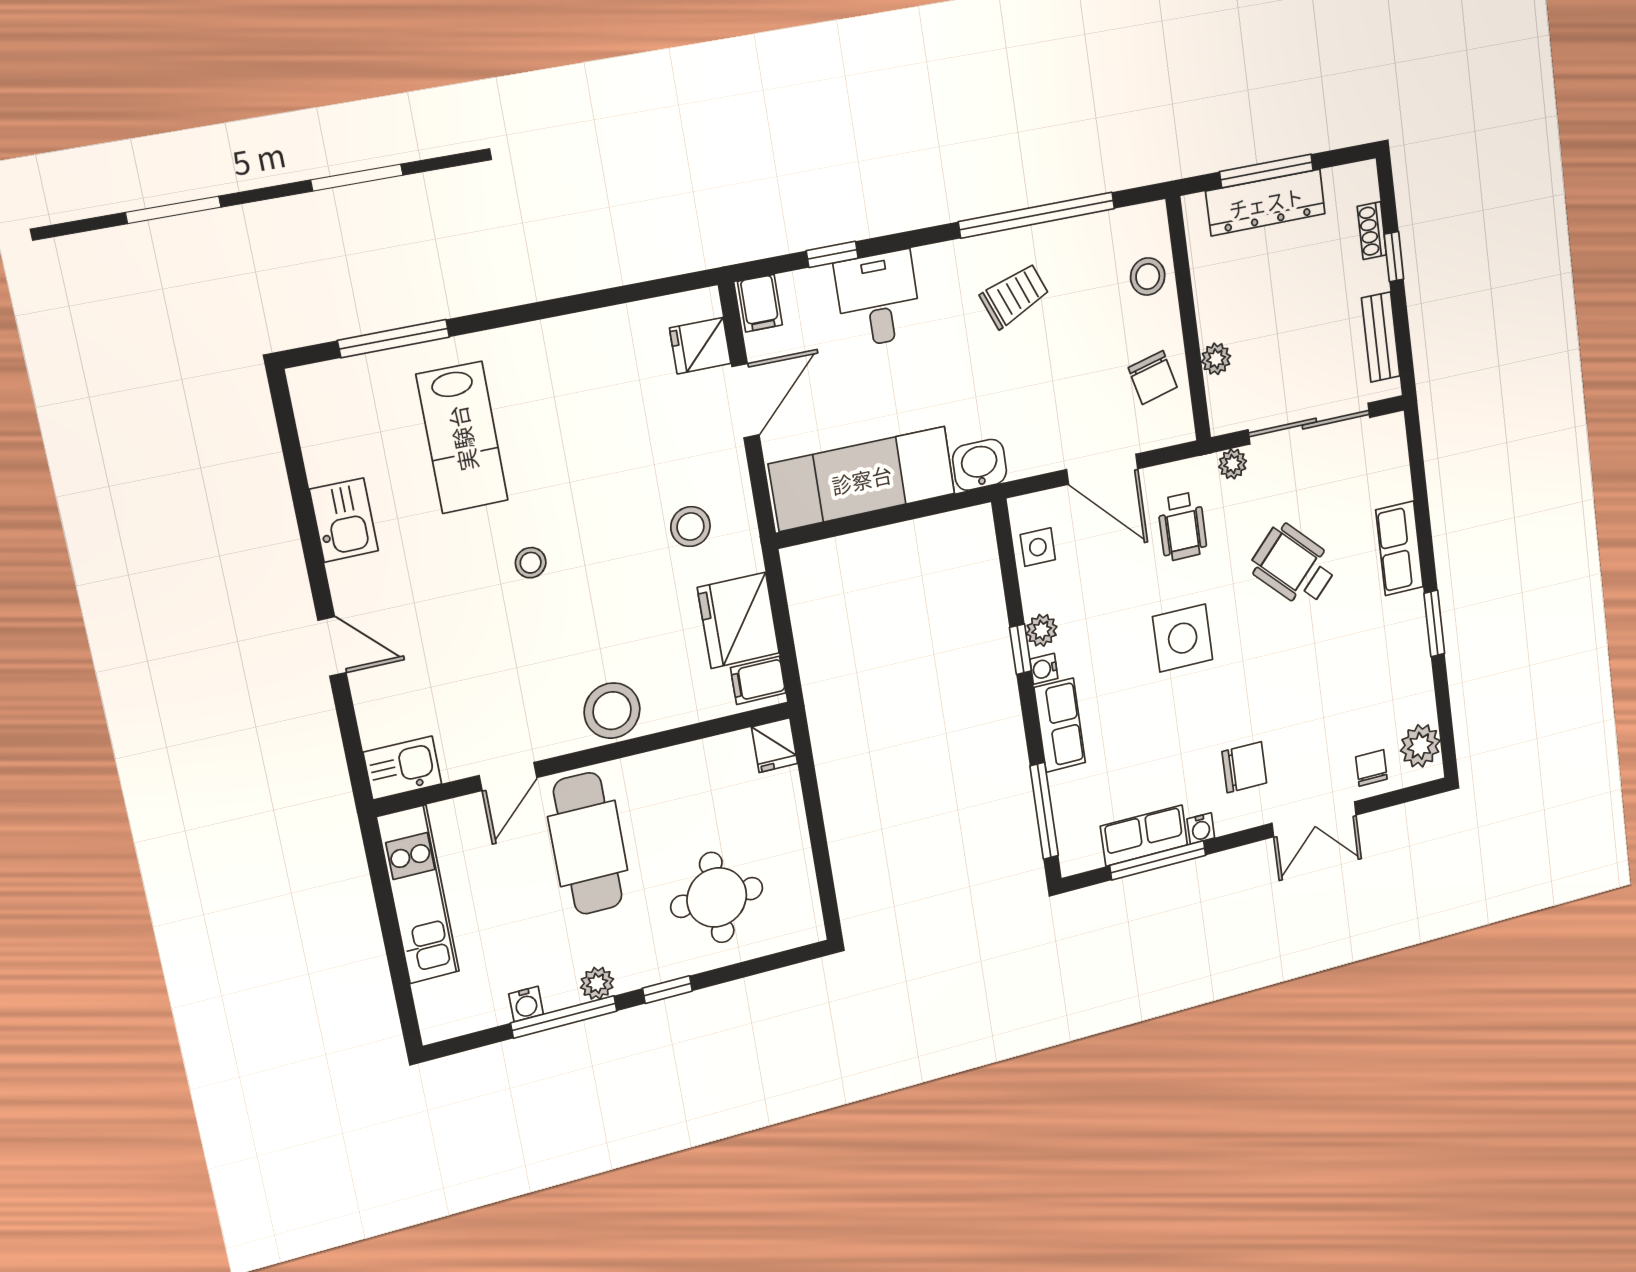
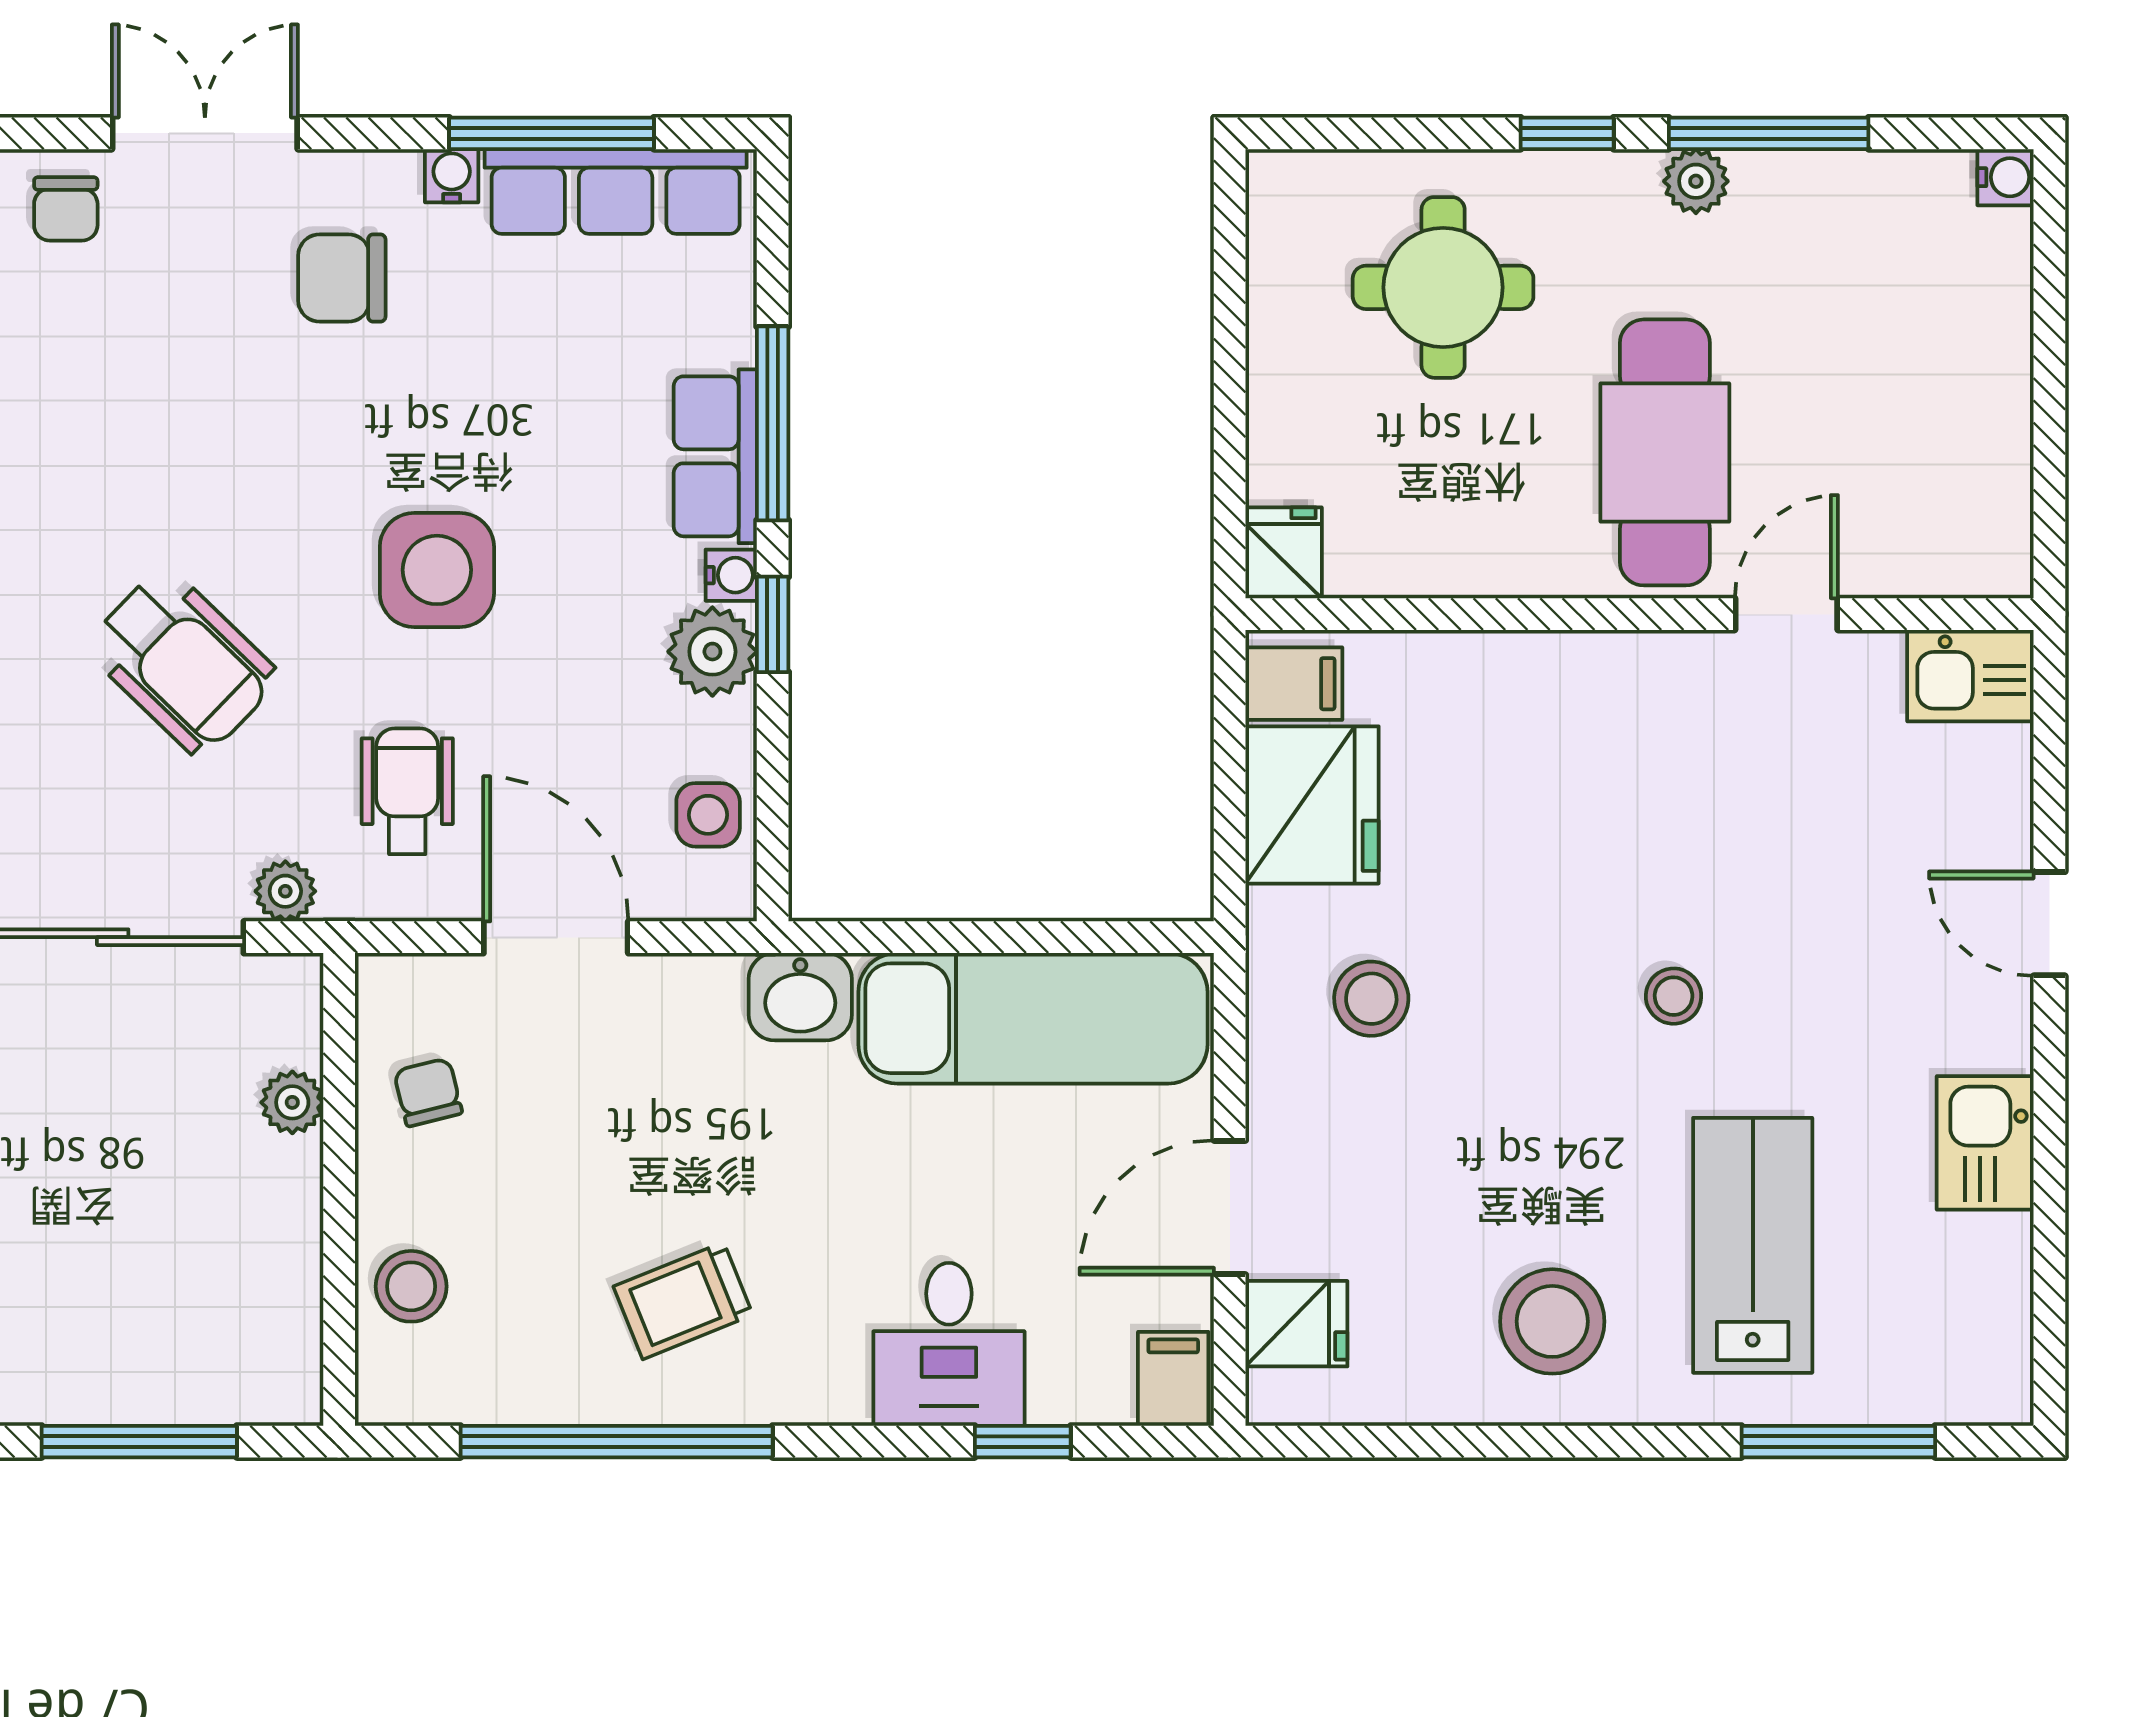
dresser: (1266, 202) -> (149, 1382), removed
chair: (1153, 378) -> (428, 1092), width x0.73, depth x0.73
plant: (1042, 630) -> (712, 652), width x1.38, depth x1.38
stool: (612, 711) -> (1552, 1321), moved
window: (1044, 811) -> (773, 423), moved
row of seats: (1144, 836) -> (616, 191), width x1.48
kitchen unit: (418, 894) -> (1988, 436), removed
water cooler: (526, 1004) -> (2005, 177), moved, turned 90

